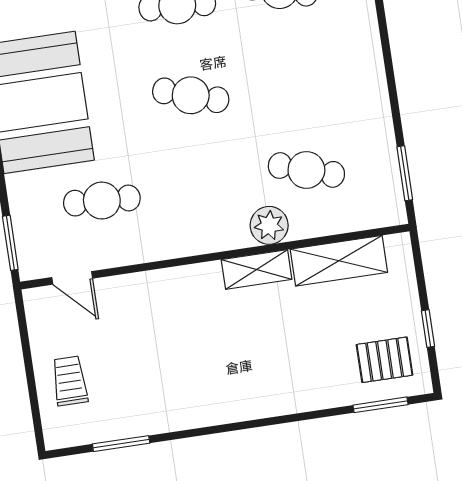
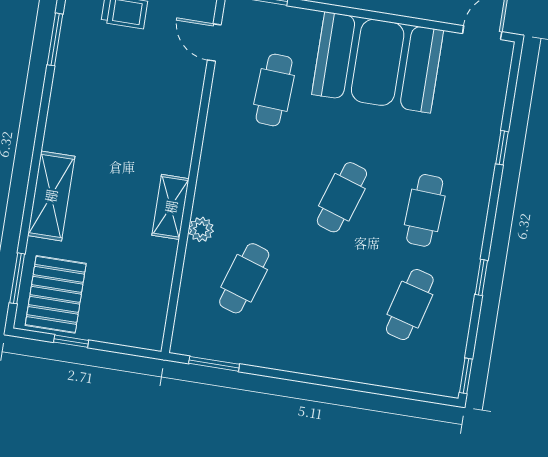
plant: (269, 225) -> (201, 229), width x0.73, depth x0.73
shelving: (339, 261) -> (51, 196), moved
door: (72, 278) -> (214, 42), hinge flipped
pallet: (385, 360) -> (56, 294), width x1.50, depth x1.42

